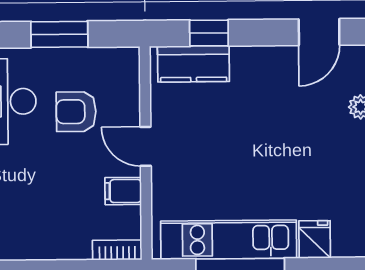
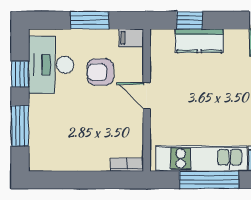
kitchen counter: (193, 64) -> (199, 41), moved
filing cabinet: (123, 191) -> (131, 38), moved

